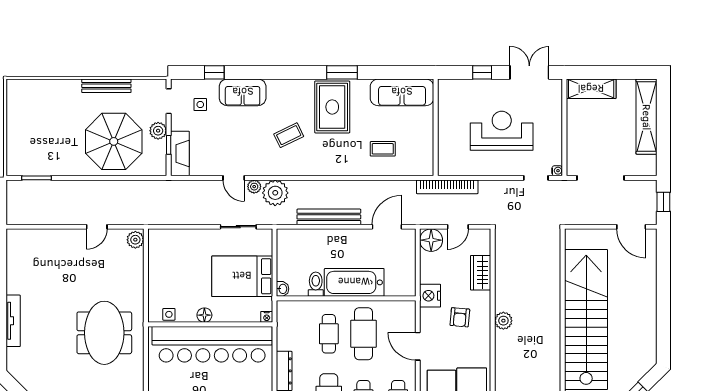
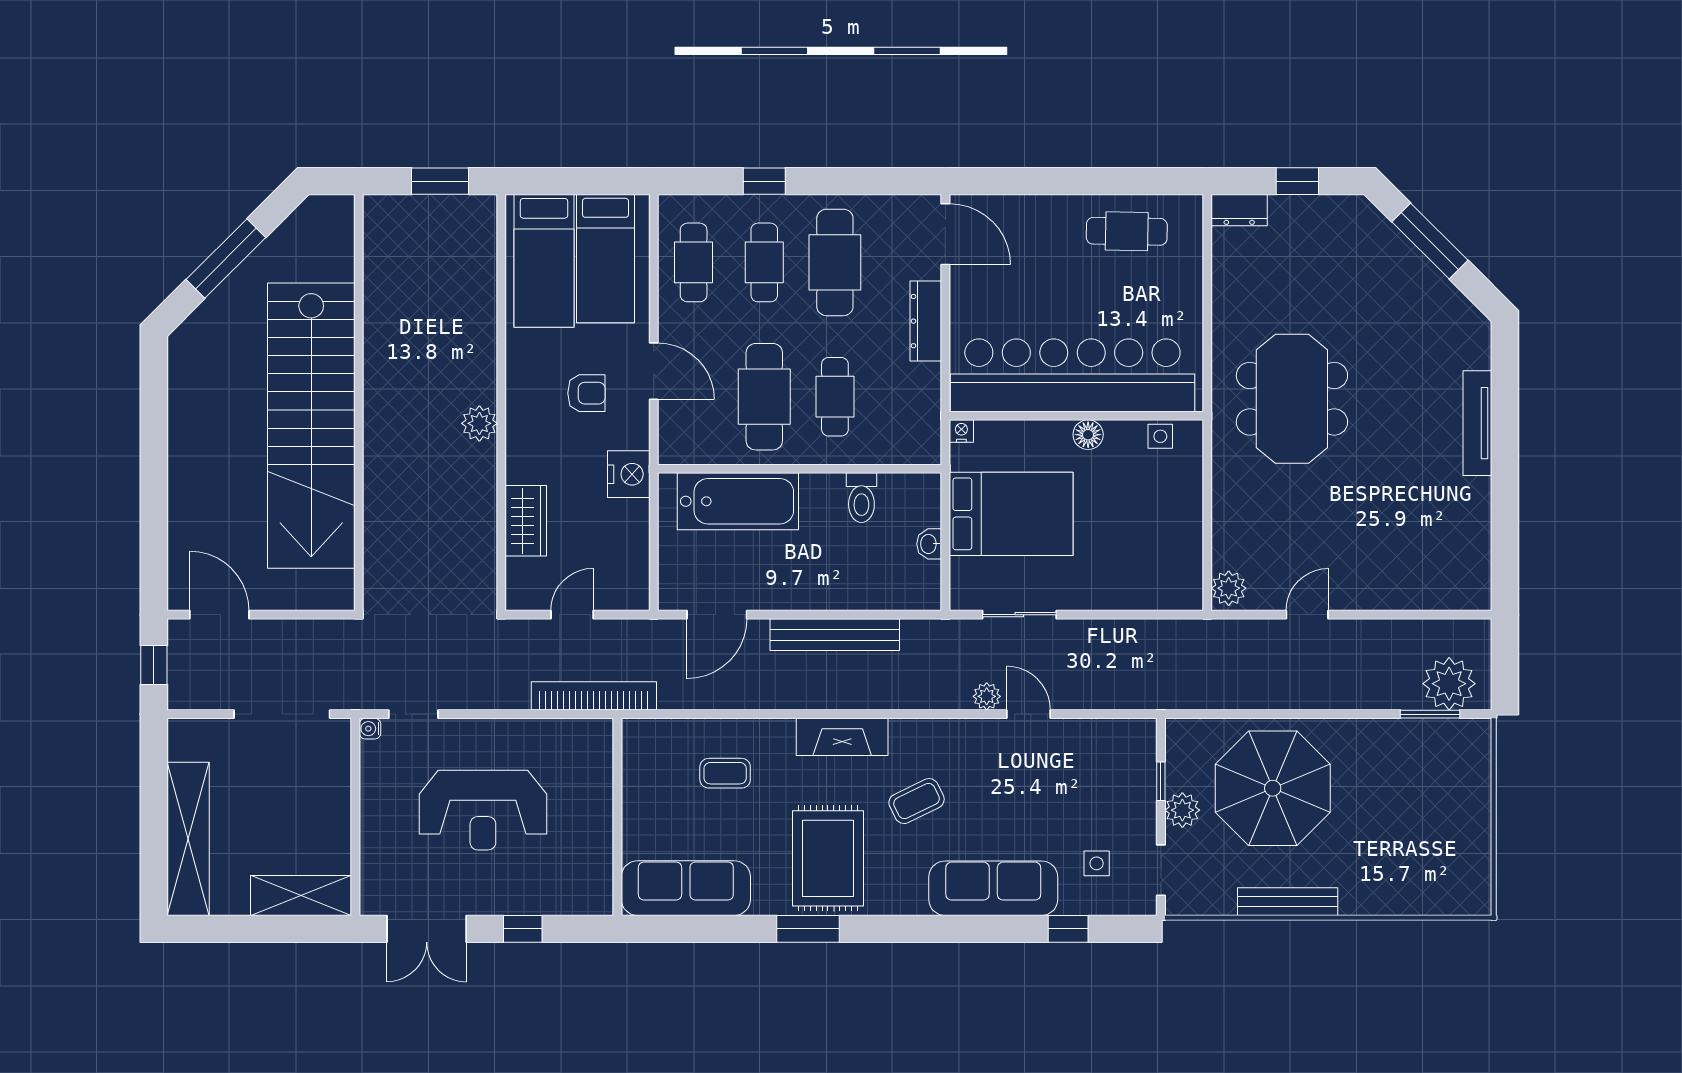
sofa: (243, 92) -> (993, 888), width x1.36
fireplace: (180, 153) -> (842, 737), moved, turned -90
plant: (275, 193) -> (1449, 684), moved
floor lamp: (431, 240) -> (627, 587), removed
bathtub: (354, 282) -> (738, 501), moved
washbasin: (283, 289) -> (929, 544), moved
armchair: (460, 317) -> (586, 393), moved, turned 85

